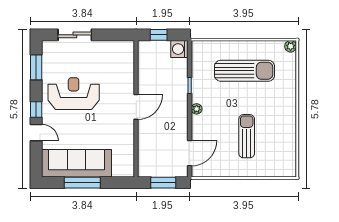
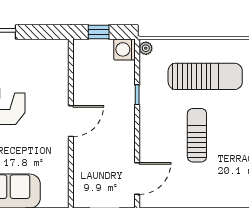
plant: (197, 109) -> (146, 48), moved
sun lounger: (247, 136) -> (197, 135), moved

